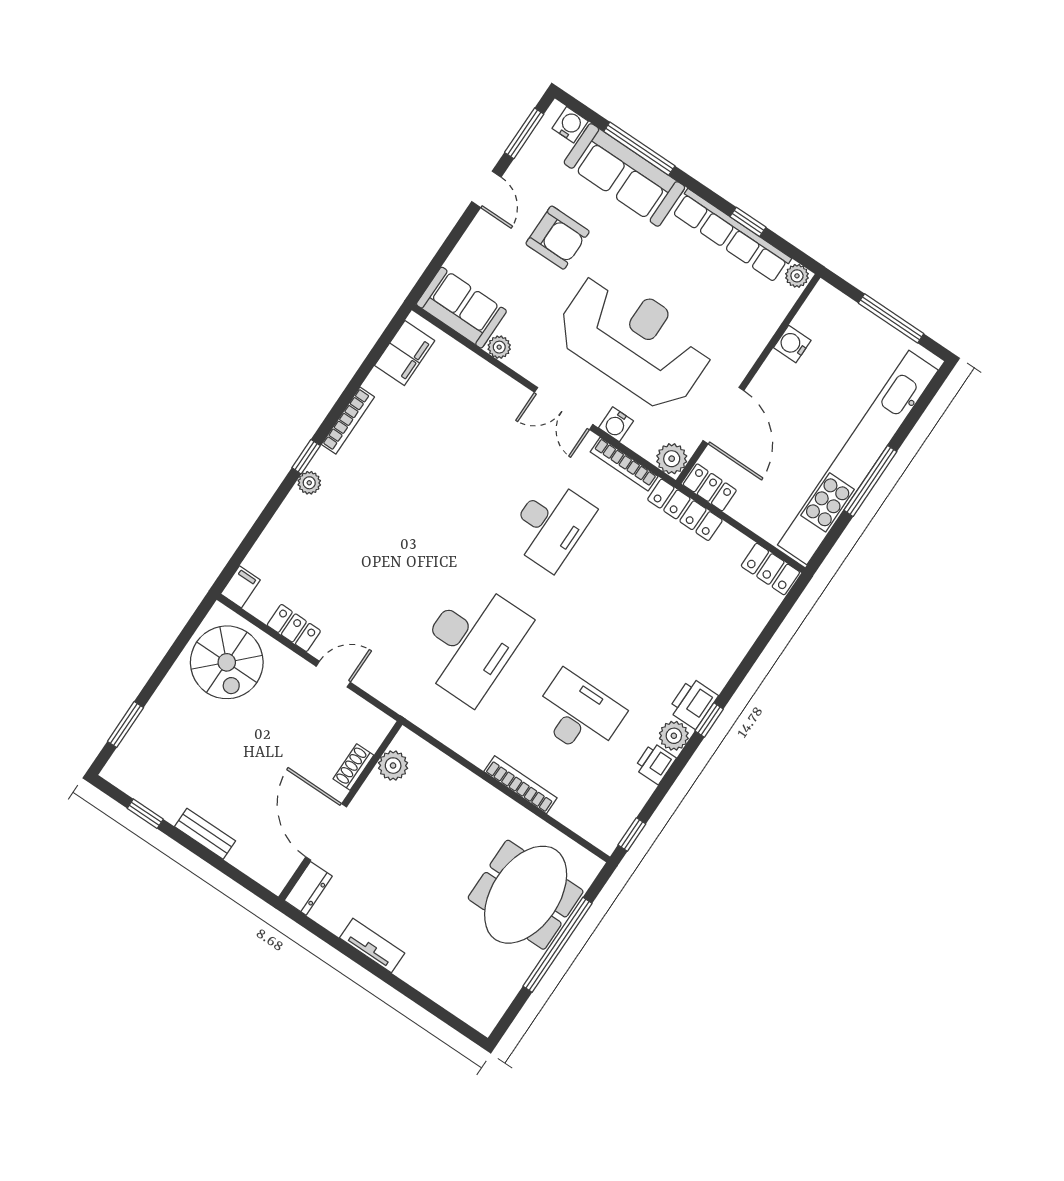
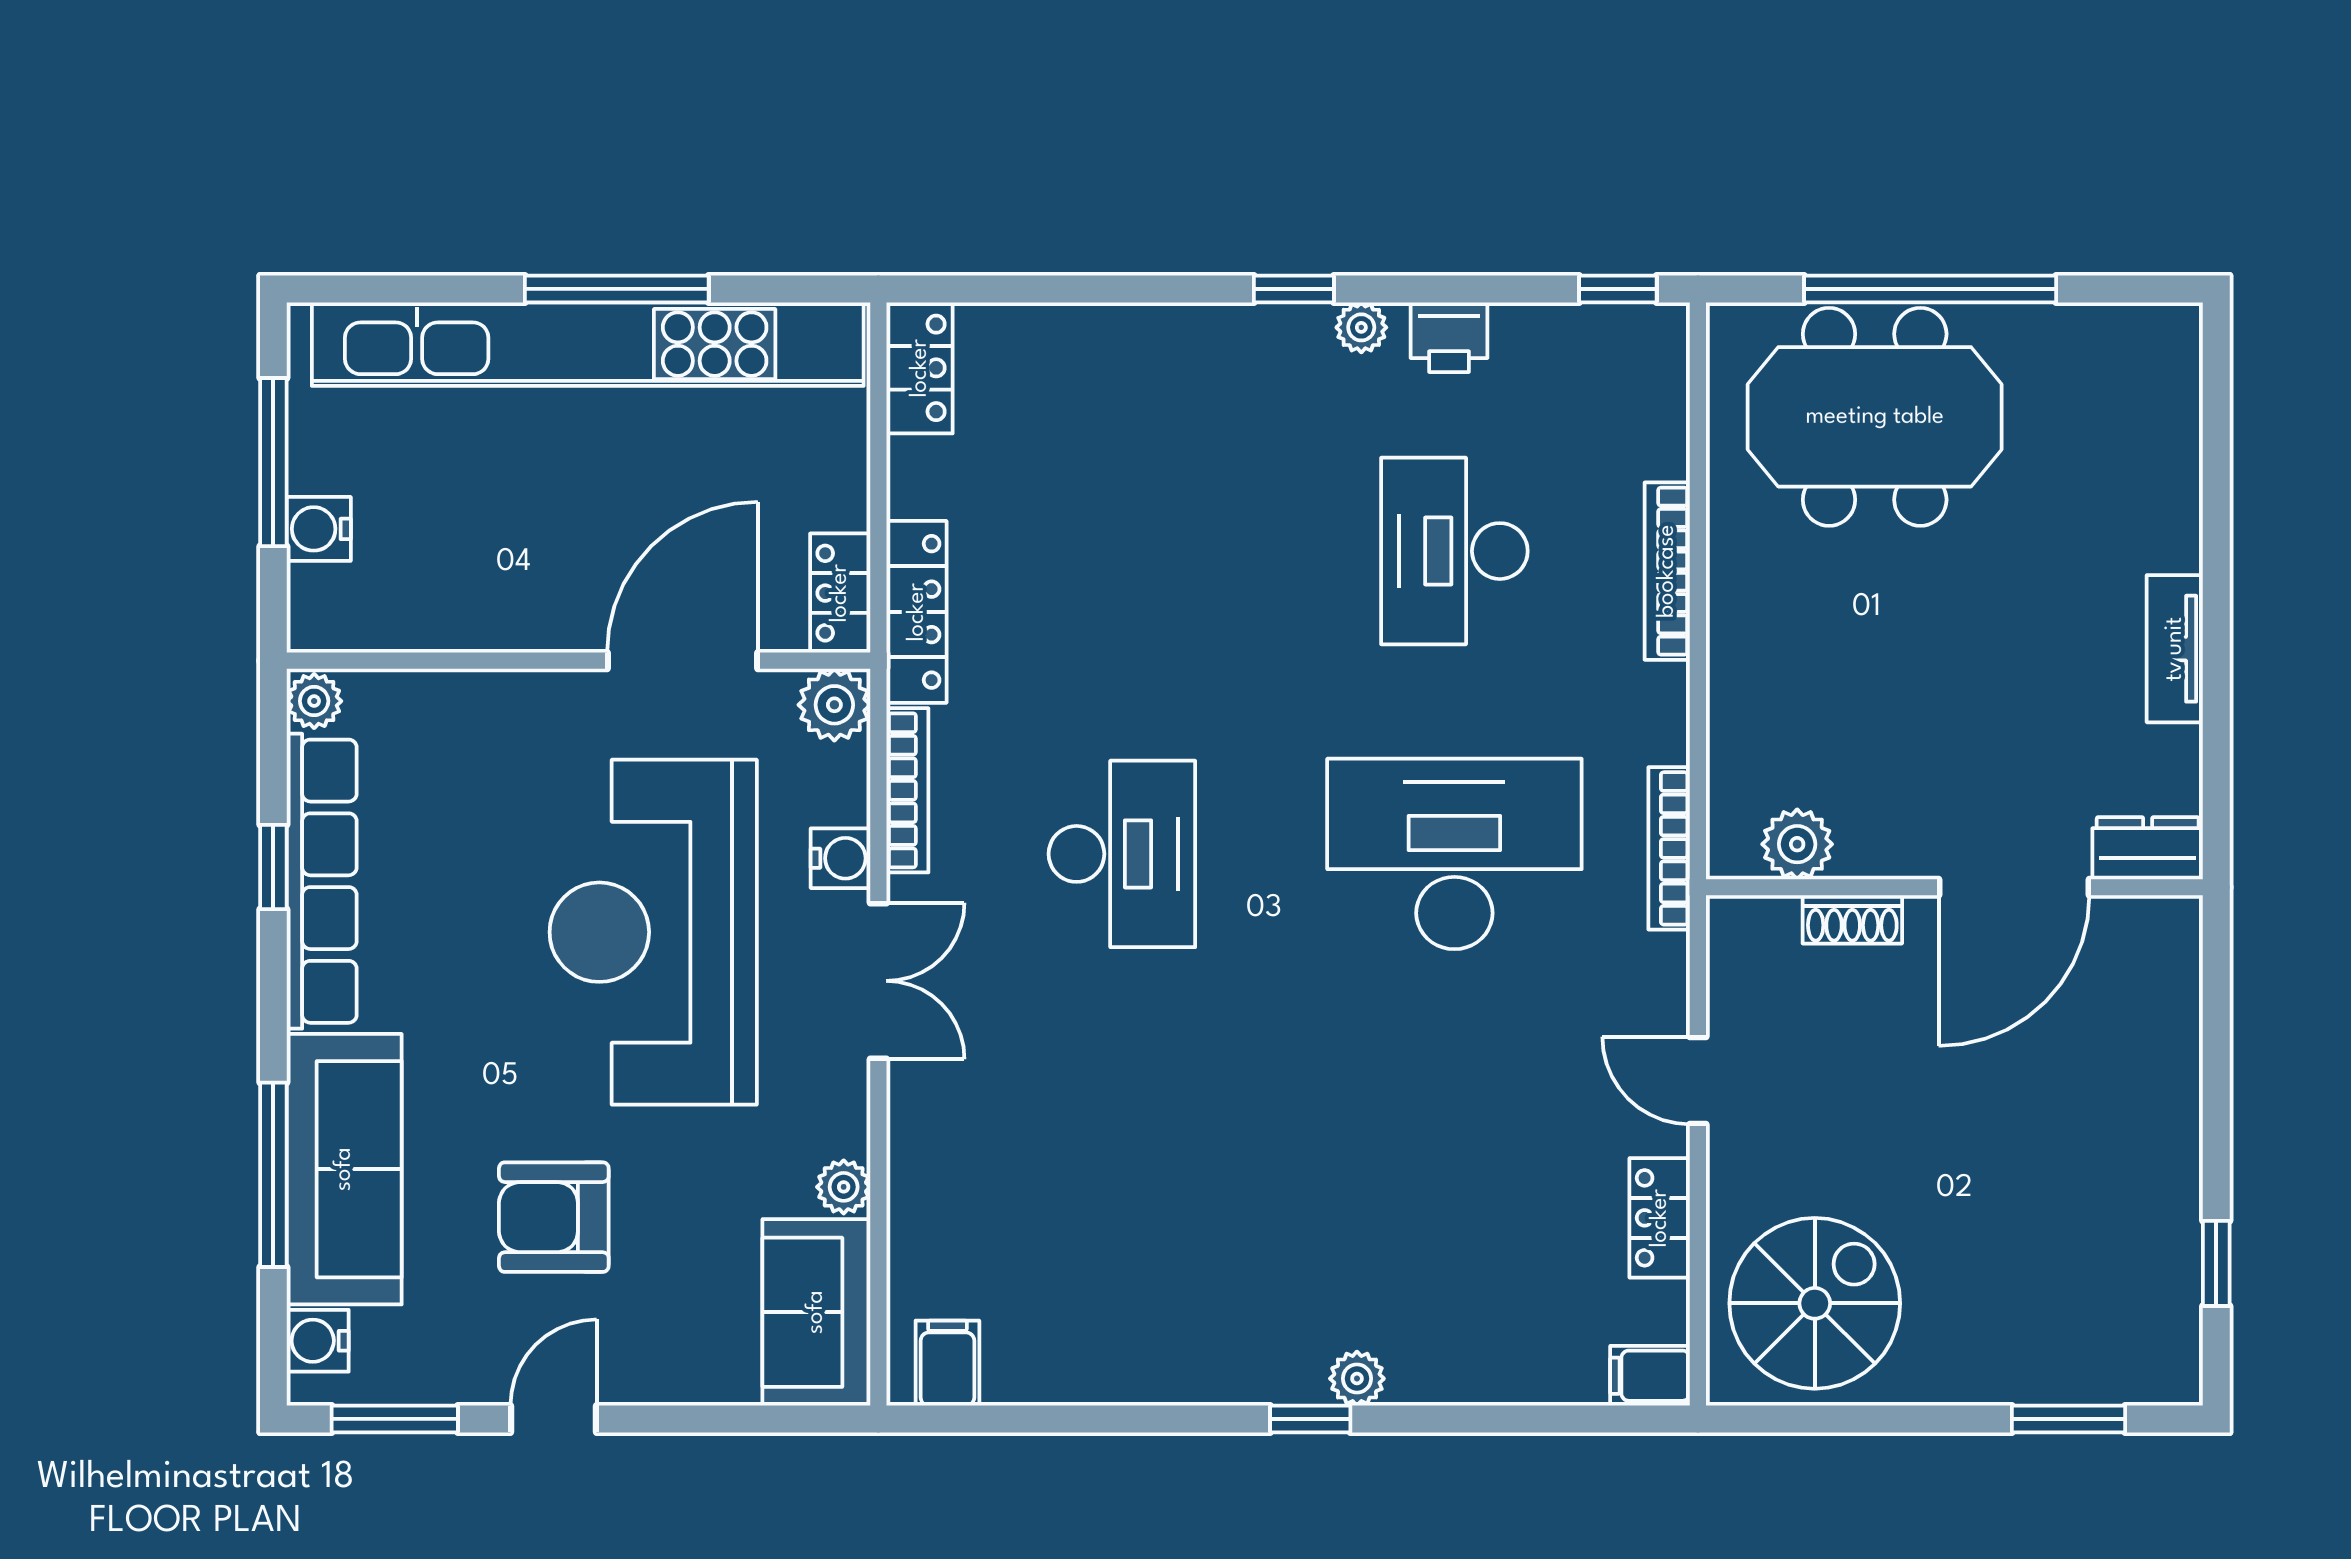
armchair: (558, 238) -> (554, 1217), turned -90
water cooler: (792, 344) -> (319, 529), moved, turned 90
filing cabinet: (405, 353) -> (947, 1363), width x0.50
bookcase: (348, 421) -> (1669, 848), moved, turned -90
desk: (550, 525) -> (1122, 854), turned 90
printer: (693, 703) -> (1282, 342), removed
plant: (674, 736) -> (1361, 327), width x0.73, depth x0.73
bench: (205, 834) -> (2177, 1121), removed

